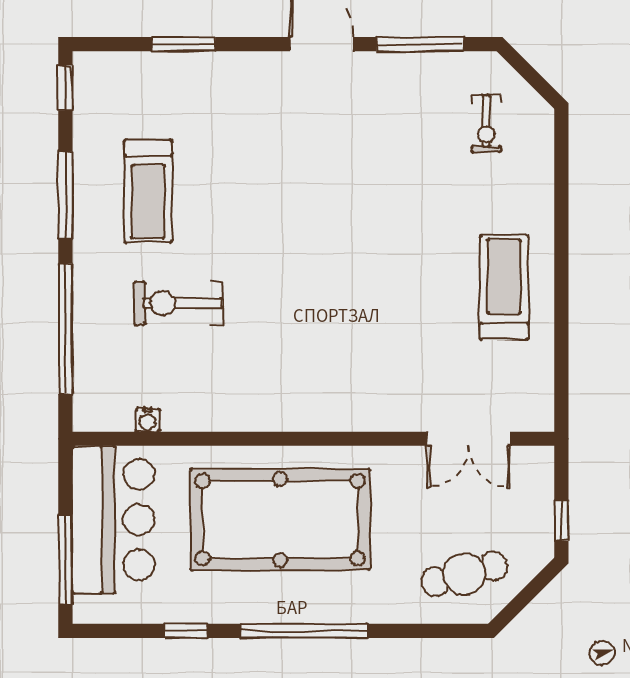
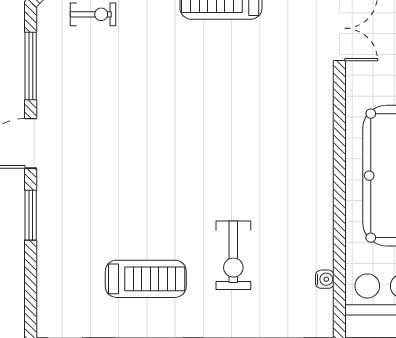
window: (183, 44) -> (31, 215), moved

